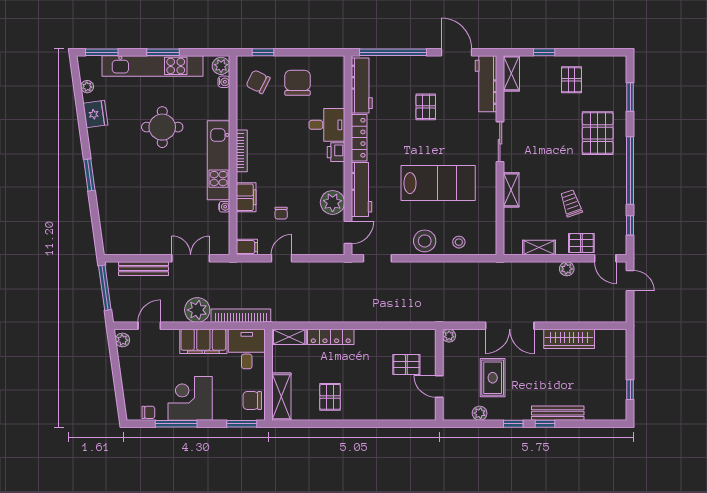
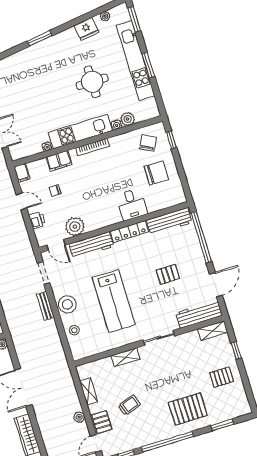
plant: (221, 66) -> (128, 119), moved
water cooler: (224, 82) -> (116, 125), moved
printer: (336, 152) -> (37, 220), moved, turned 90
bench: (418, 268) -> (45, 306), added

